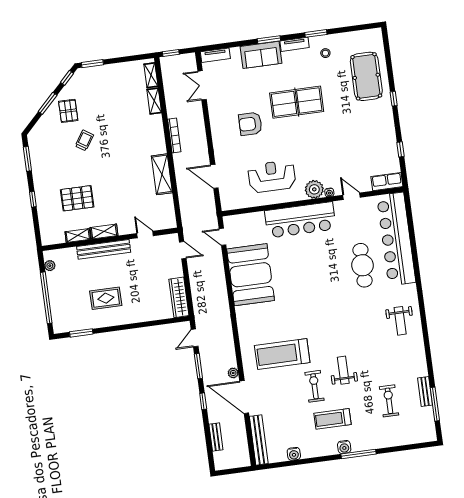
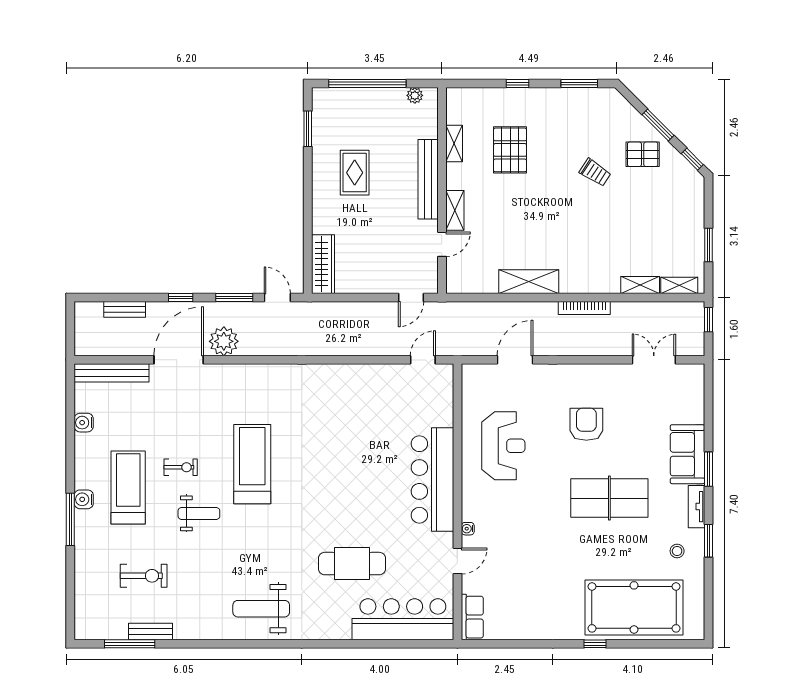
tv unit: (215, 55) -> (696, 386), removed
window: (92, 64) -> (708, 245), moved
pool table: (366, 76) -> (634, 607), width x1.36, depth x1.32
table tennis table: (297, 102) -> (609, 498), turned 90
window: (400, 149) -> (518, 644), removed
plant: (314, 189) -> (475, 507), removed
shelving: (104, 232) -> (455, 210), moved
bar counter: (396, 239) -> (403, 619), width x0.73
booth: (251, 275) -> (360, 394), removed
wardrobe: (179, 297) -> (323, 264), moved, turned 90
weight bench: (400, 321) -> (261, 609), width x1.36, depth x1.33
treadmill: (282, 354) -> (252, 464), moved
plant: (233, 373) -> (224, 341), width x1.87, depth x1.87
exercise bike: (315, 386) -> (181, 467), width x0.73, depth x0.72
treadmill: (332, 419) -> (128, 487), width x1.37, depth x1.38

